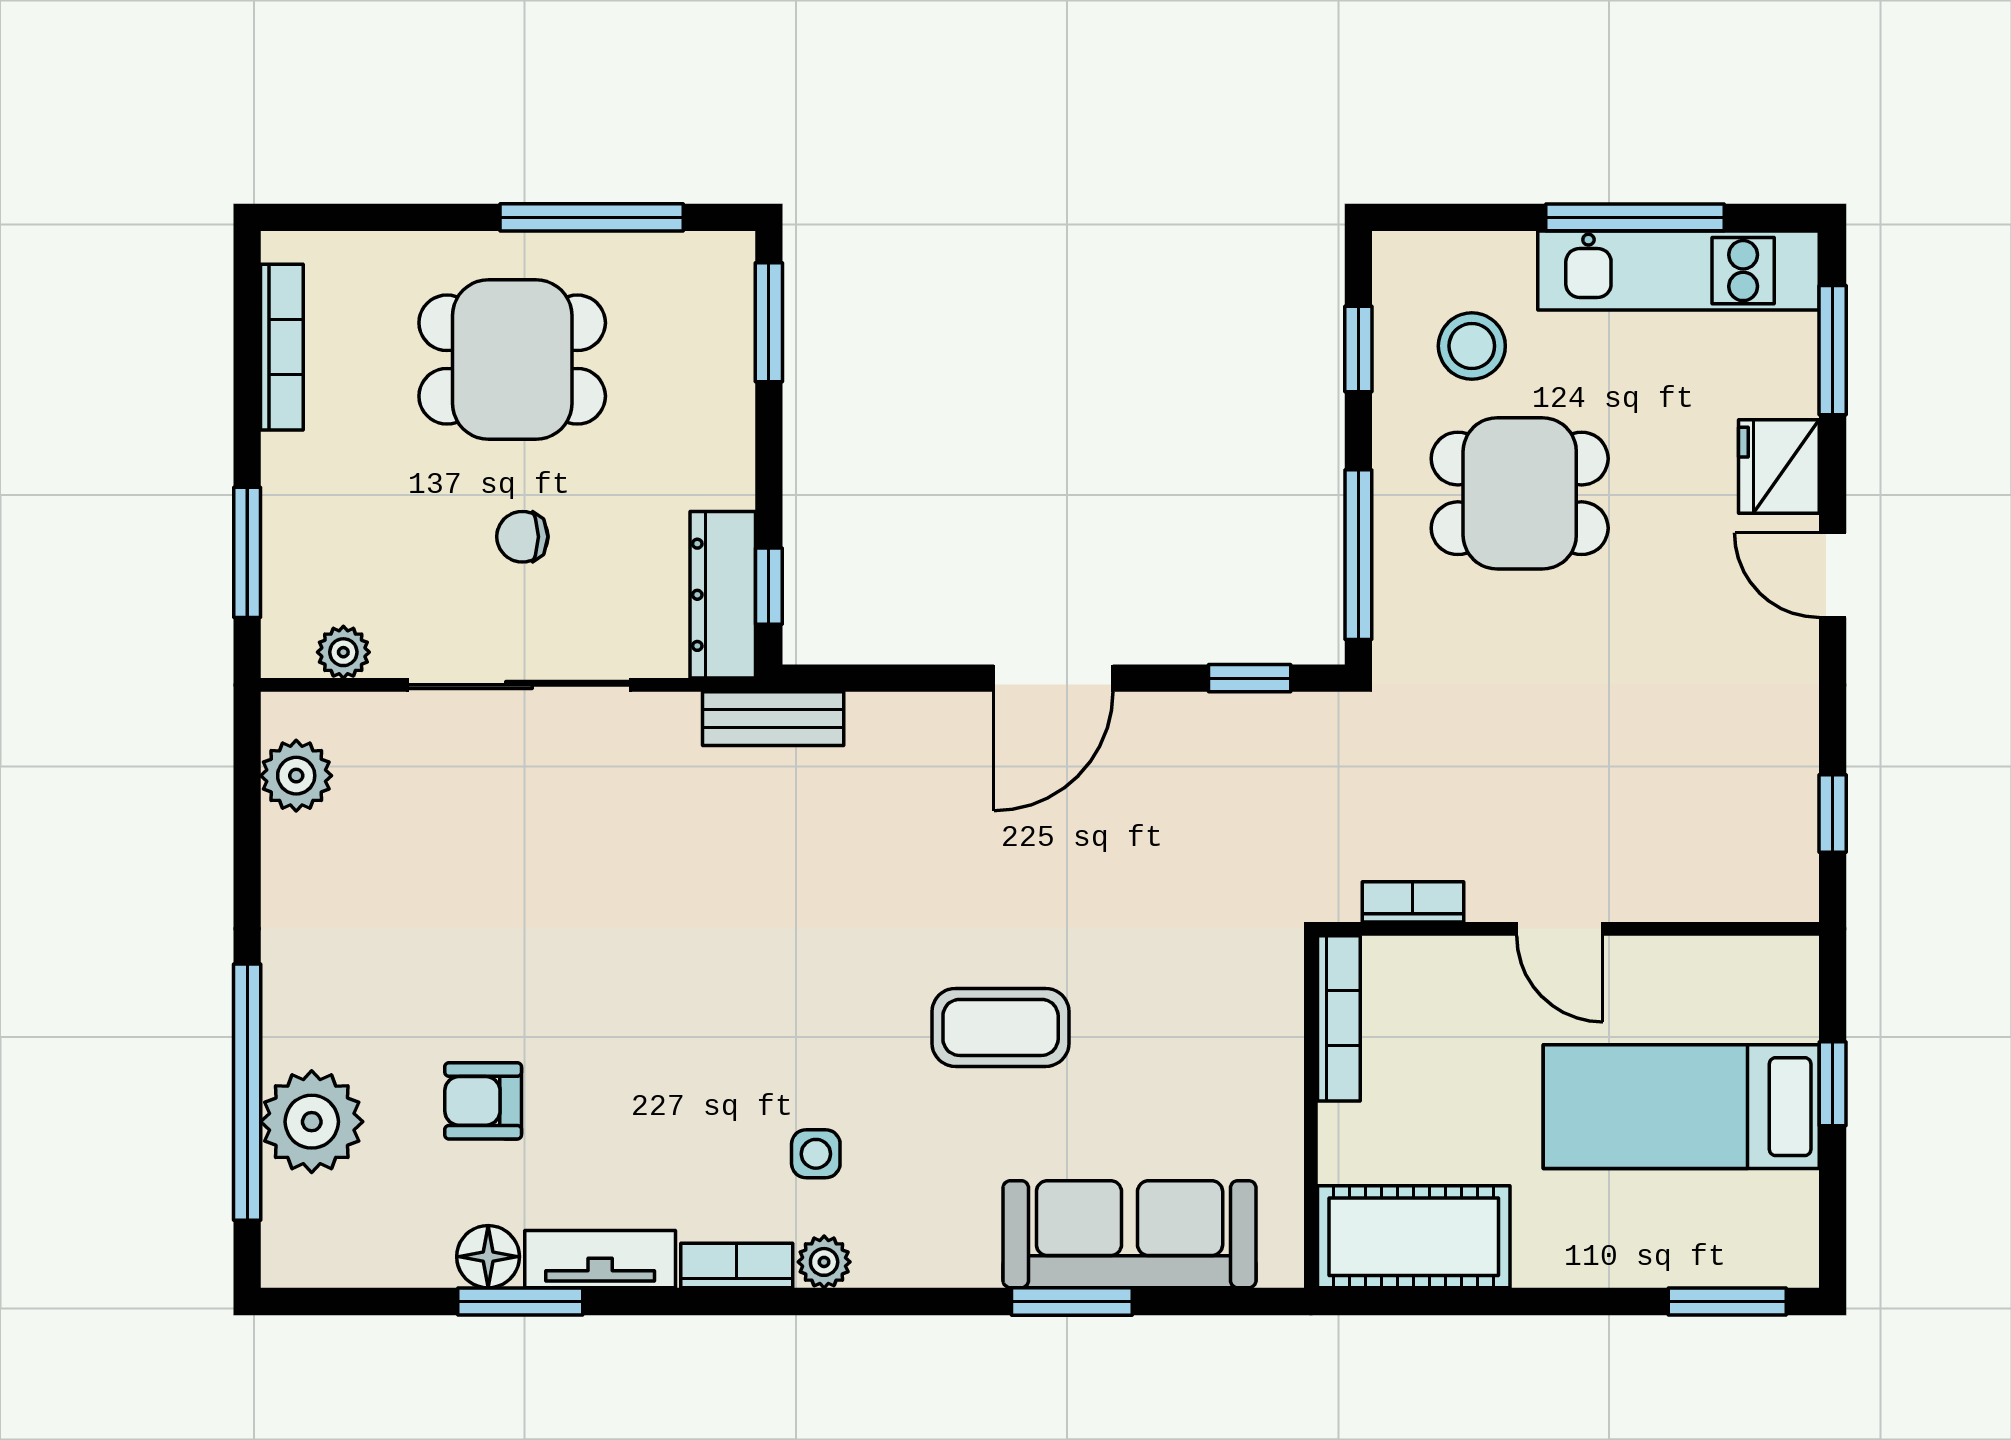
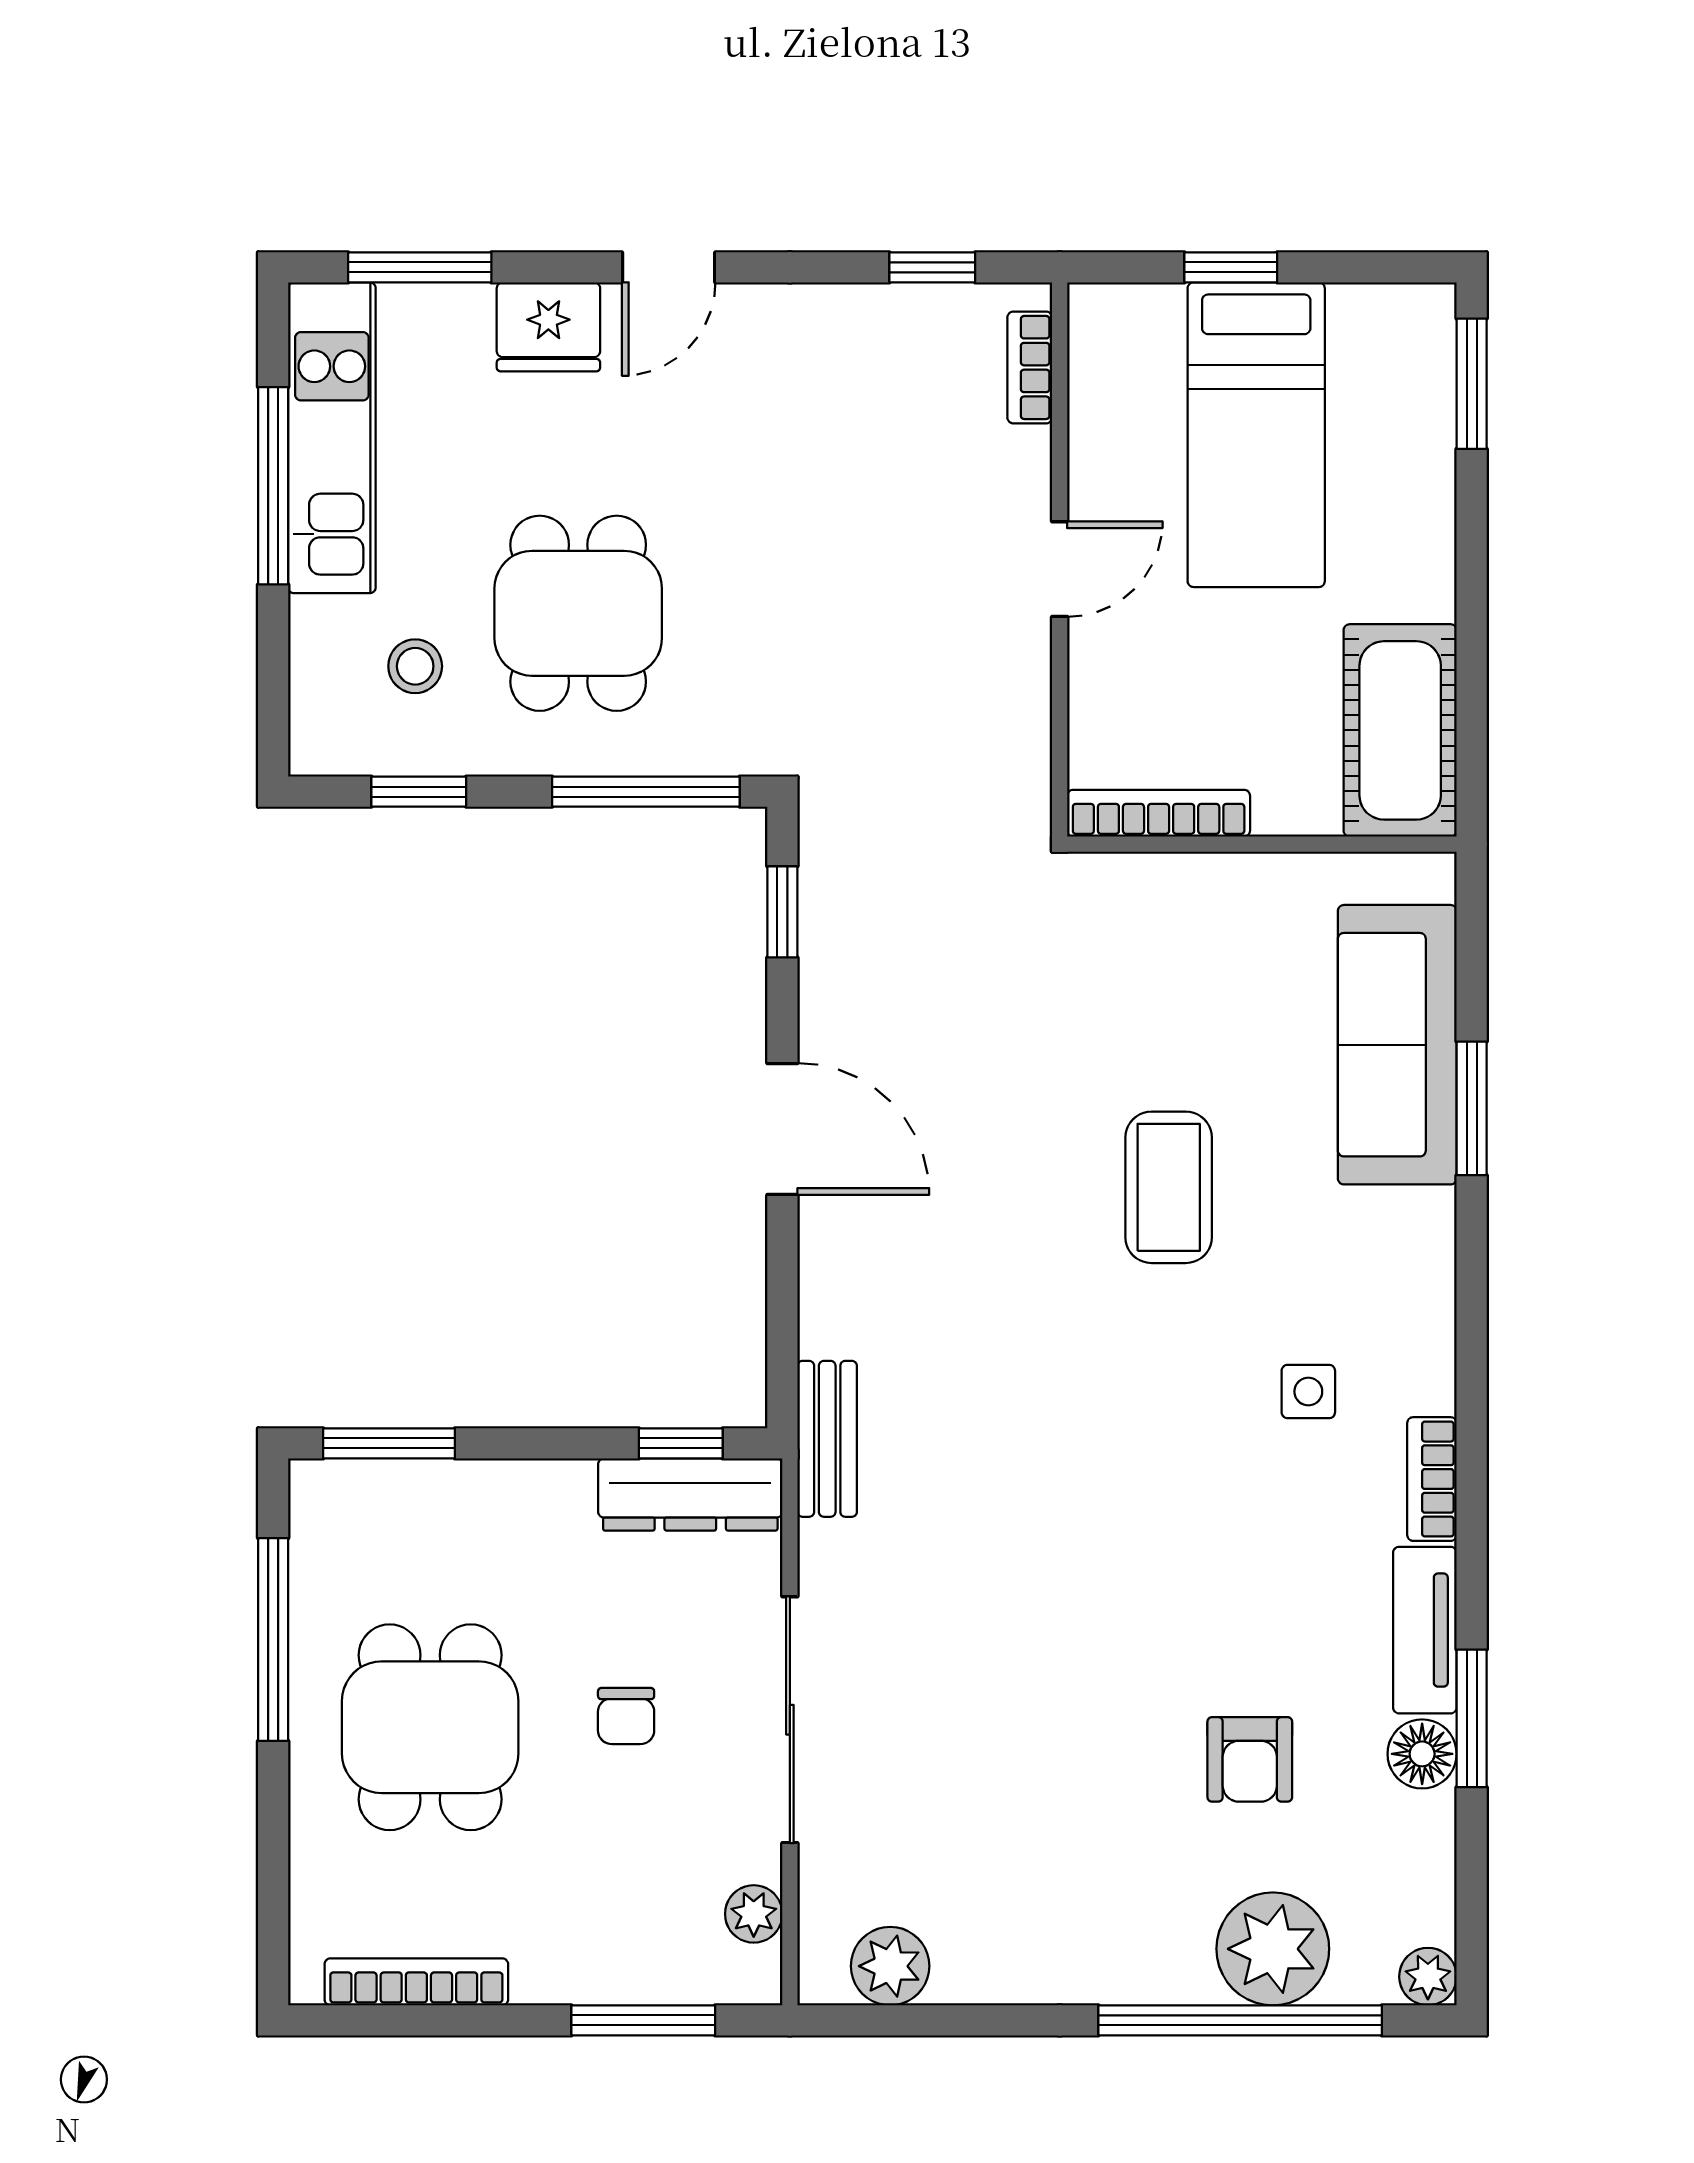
stool: (1472, 346) -> (415, 666), width x0.73, depth x0.73
bookcase: (1413, 902) -> (1030, 367), moved
plant: (824, 1262) -> (1428, 1977), moved

